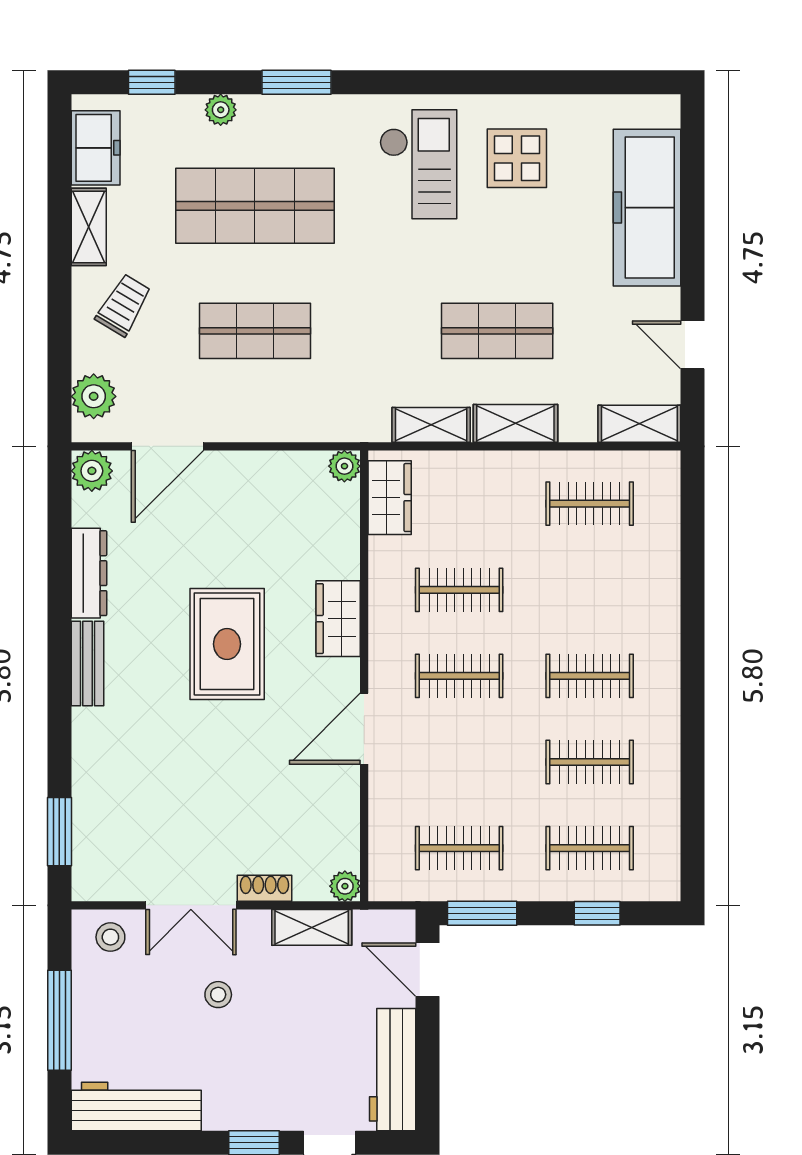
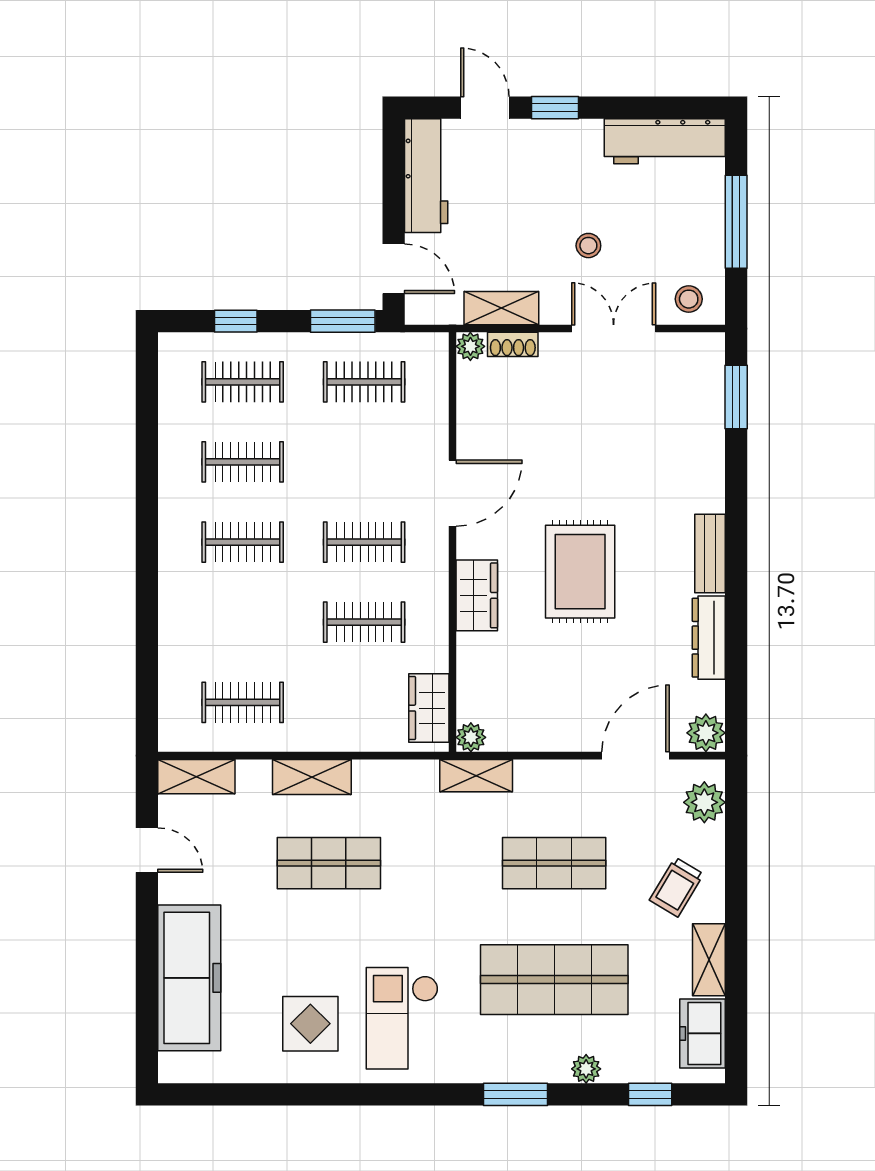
shelving: (431, 425) -> (476, 776), moved
shoe rack: (264, 888) -> (513, 344), moved

